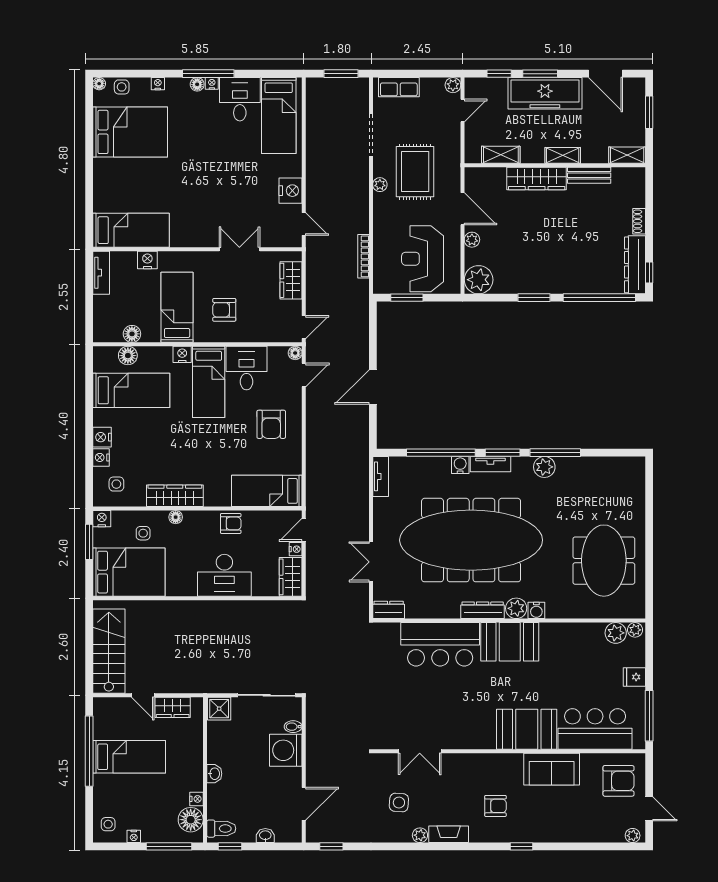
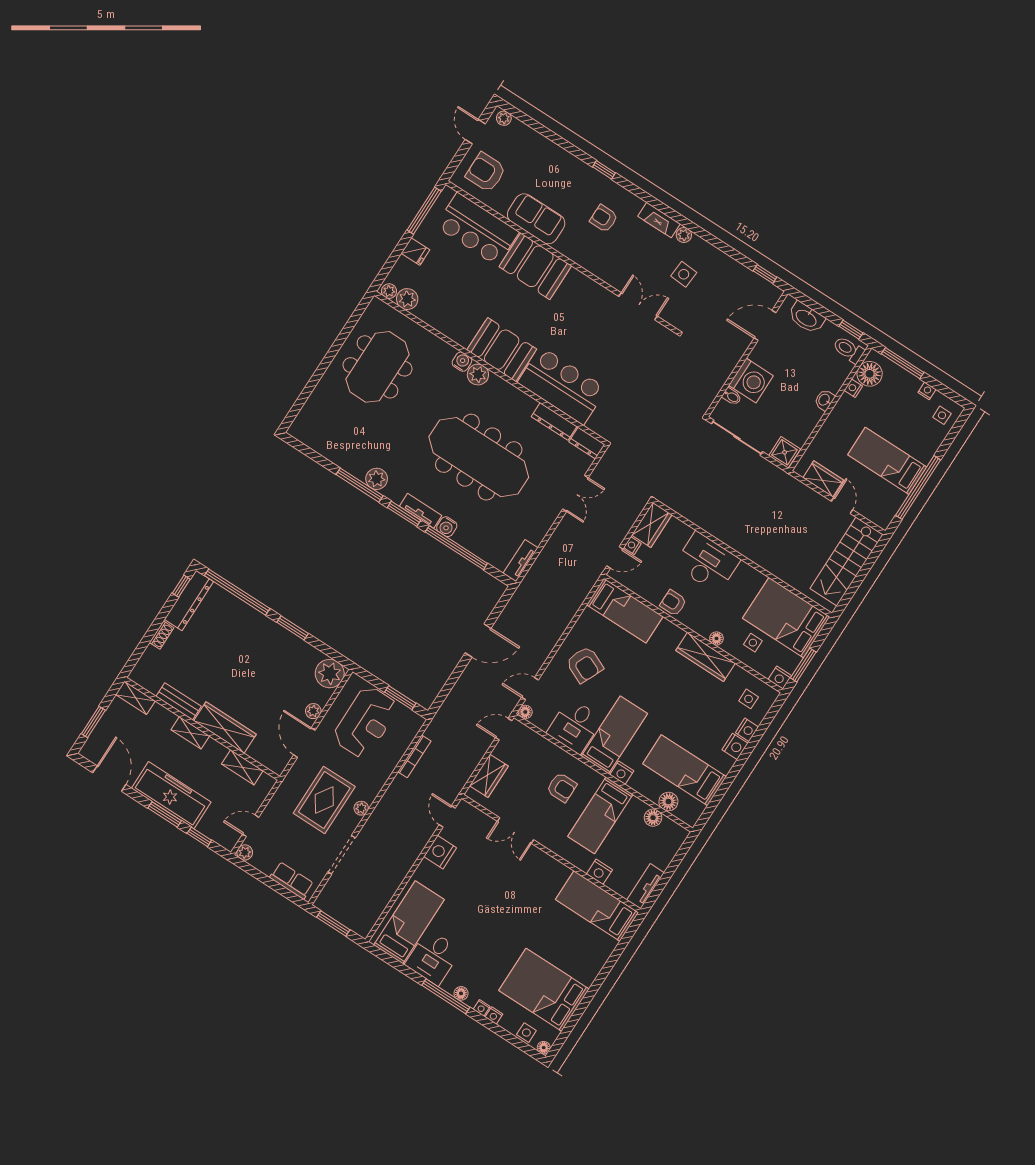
nightstand: (212, 83) -> (482, 1008), moved
armchair: (271, 424) -> (585, 665), turned 114
meeting table: (471, 540) -> (479, 457), width x0.73, depth x0.79
dresser: (483, 610) -> (554, 421), moved
washbasin: (265, 836) -> (806, 318), width x1.91, depth x1.45

